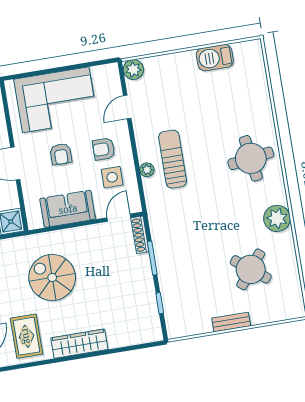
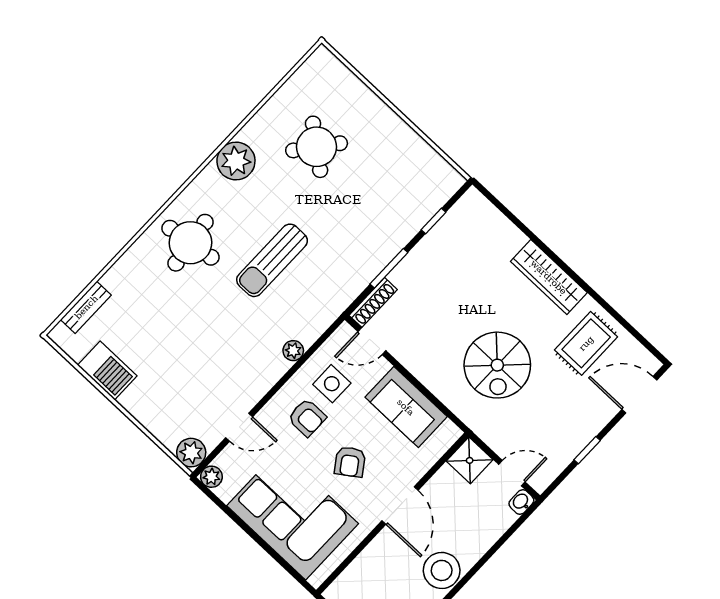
plant: (111, 71) -> (211, 477), added
armchair: (61, 154) -> (350, 462), turned 145
sun lounger: (173, 159) -> (272, 260), moved
bench: (231, 322) -> (86, 307), moved, turned 90

